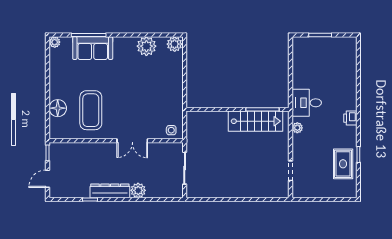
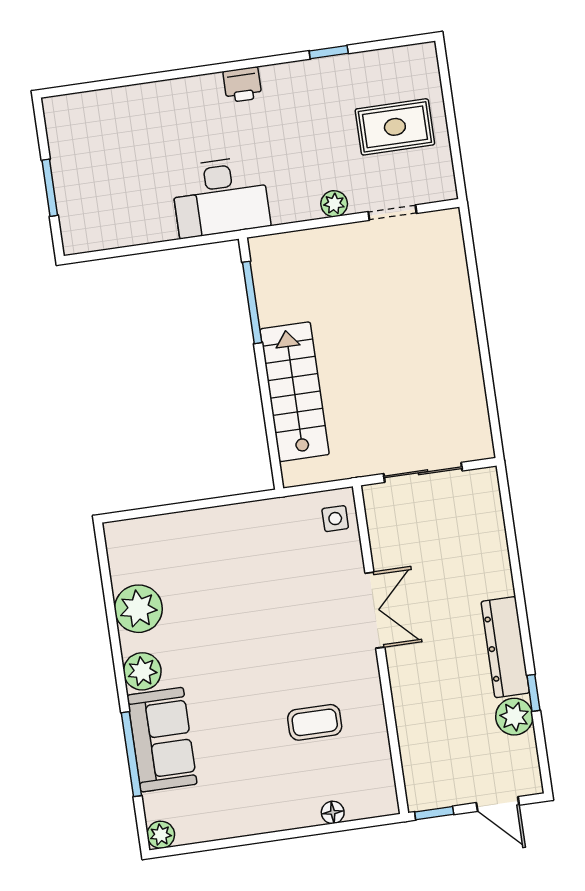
plant: (175, 44) -> (142, 671), moved
desk: (307, 103) -> (220, 197), width x1.37
floor lamp: (58, 108) -> (333, 812), width x0.53, depth x0.53
coffee table: (91, 110) -> (315, 722), width x0.54, depth x0.58
stairs: (256, 121) -> (295, 392), moved
plant: (297, 128) -> (334, 204), moved
rug: (343, 164) -> (395, 127), moved
plant: (138, 190) -> (514, 717), moved

